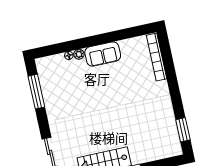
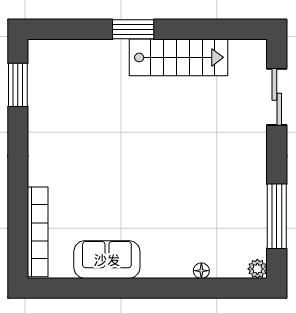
plant: (79, 54) -> (257, 269), moved
sofa: (103, 54) -> (107, 260), moved

